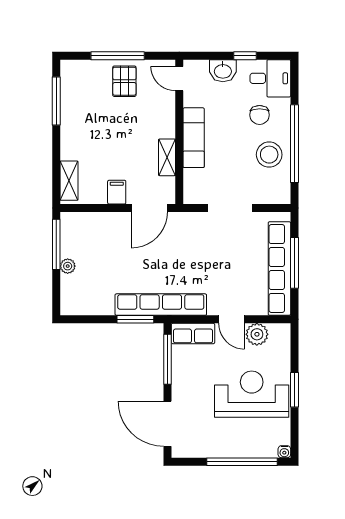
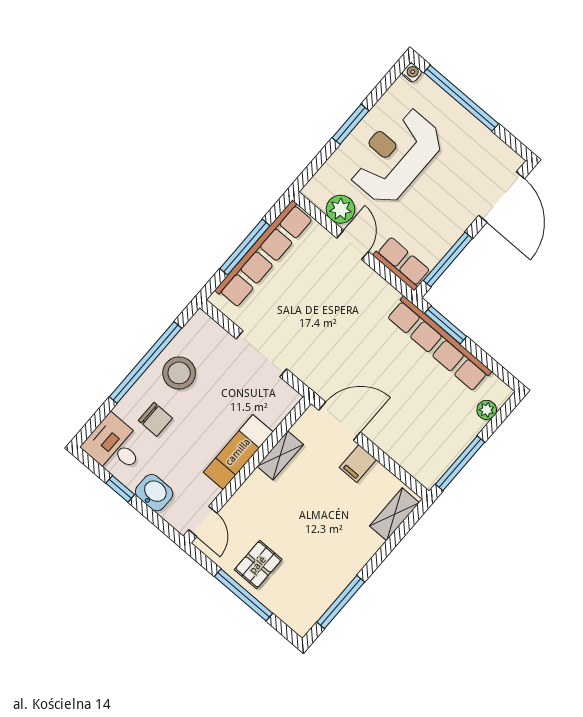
chair: (260, 115) -> (155, 419), turned 90
plant: (68, 266) -> (487, 410), moved
row of seats: (161, 305) -> (439, 344), moved
reception desk: (252, 394) -> (395, 156), turned 90

